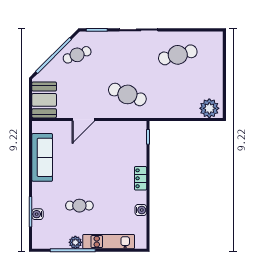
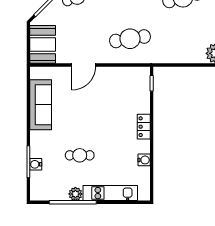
cafe table: (127, 94) -> (130, 39), turned -30

